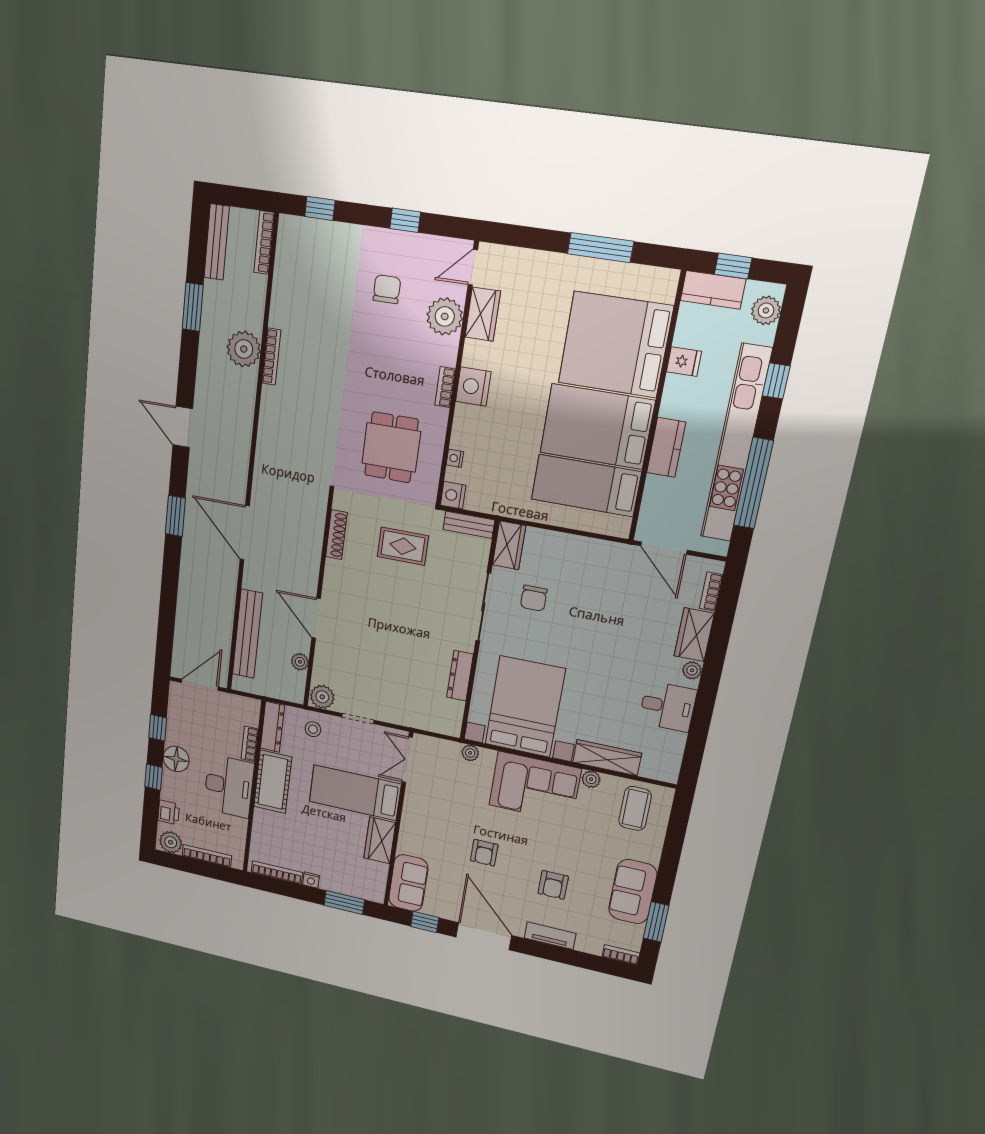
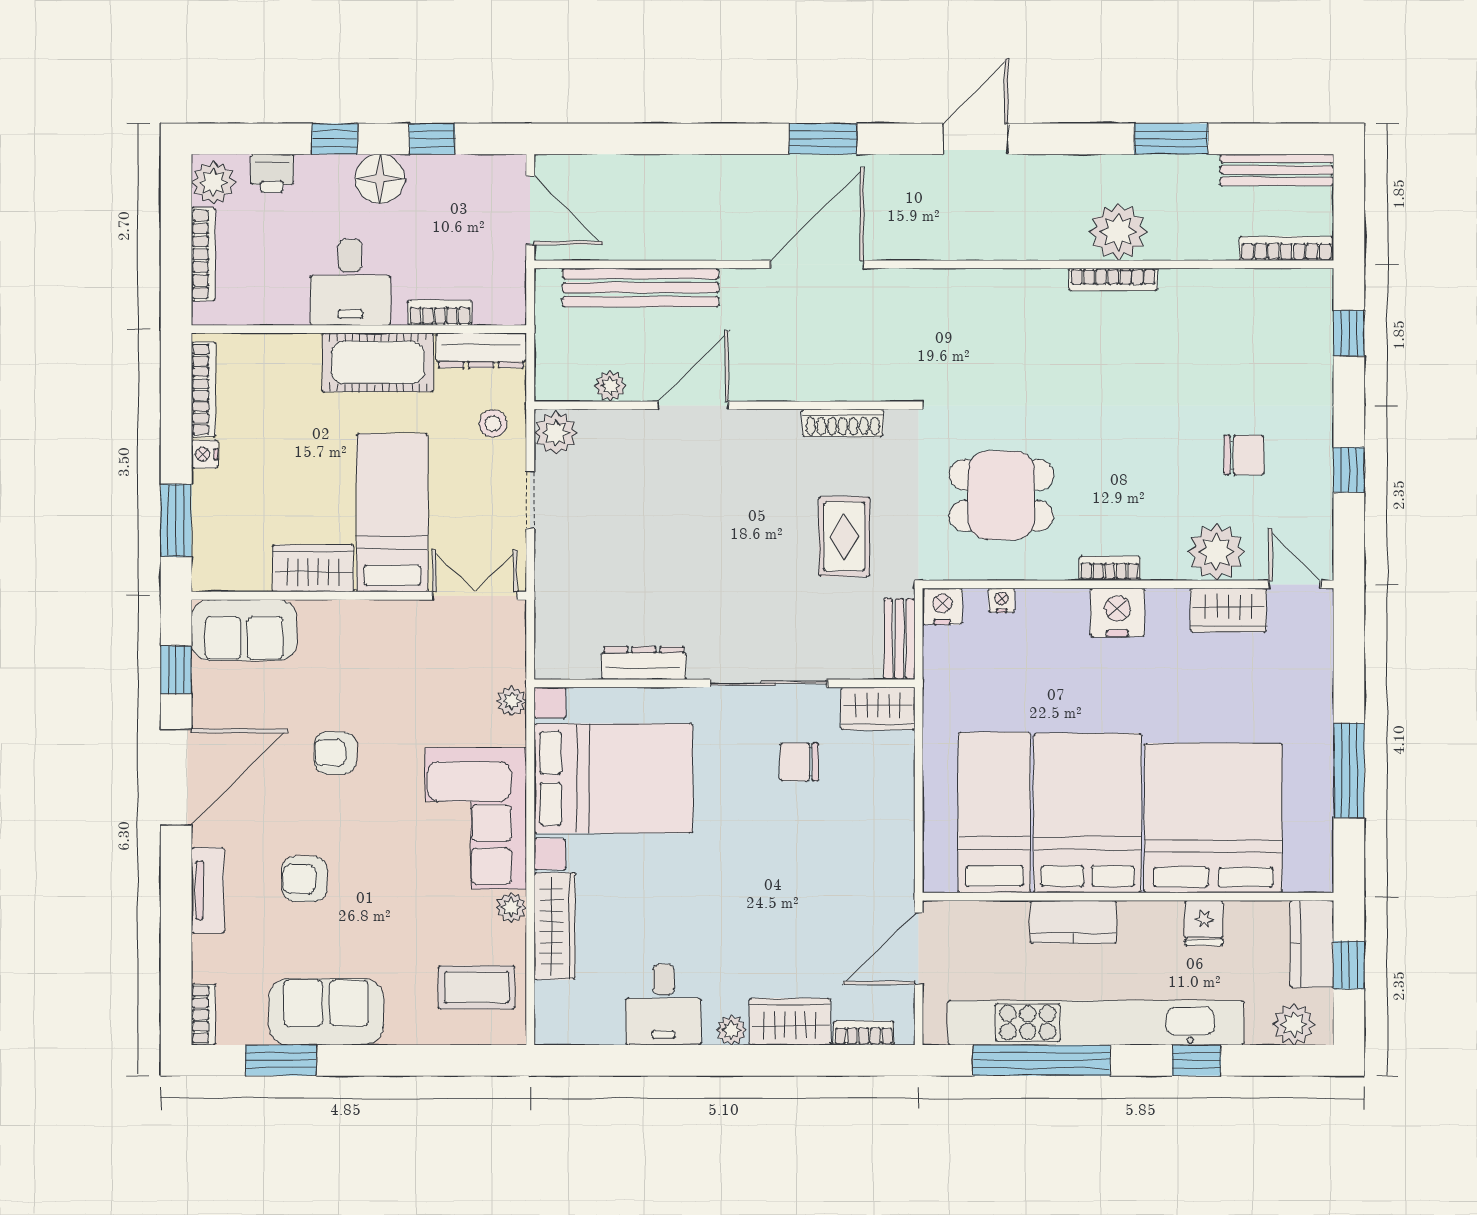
desk: (229, 786) -> (350, 282), width x0.73

